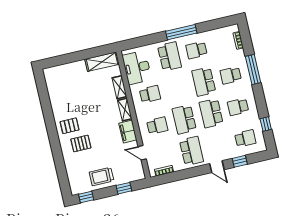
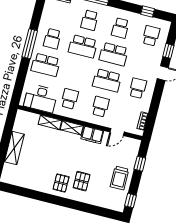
school desk: (170, 56) -> (46, 65), turned 180
shelving: (102, 62) -> (14, 148), moved
school desk: (192, 151) -> (138, 88), width x0.54

